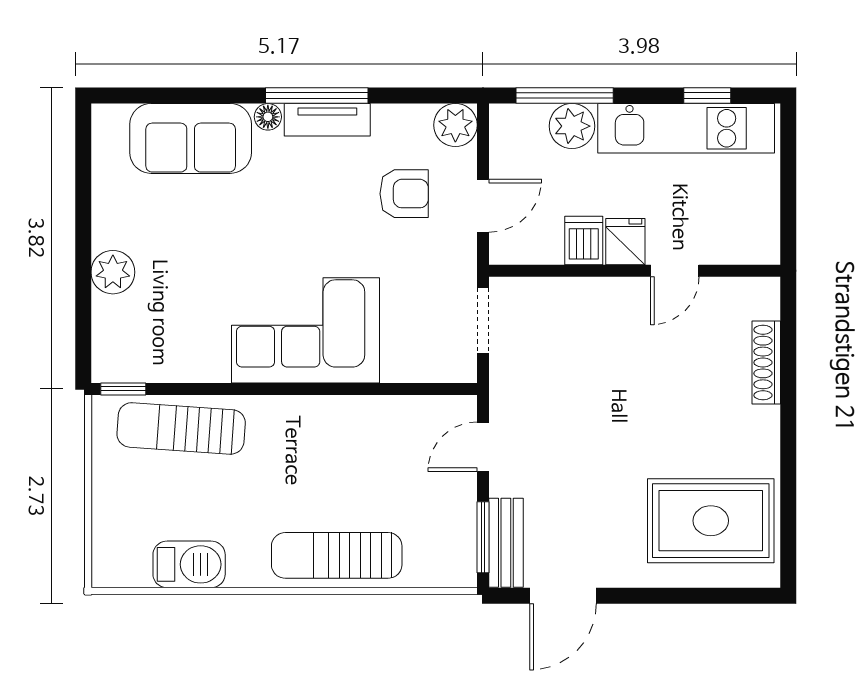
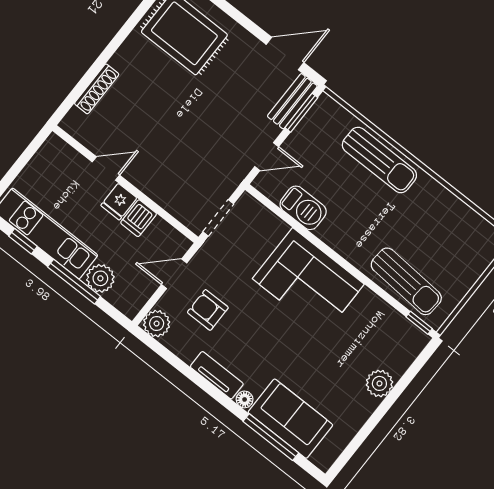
window: (317, 95) -> (271, 437), moved
window: (565, 95) -> (74, 282), moved
barbecue: (189, 564) -> (303, 208), moved, turned 180

